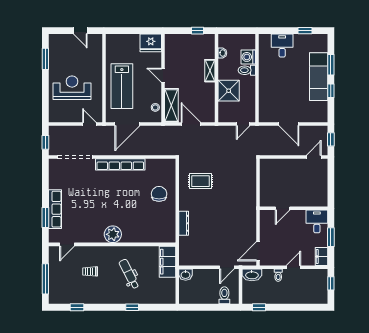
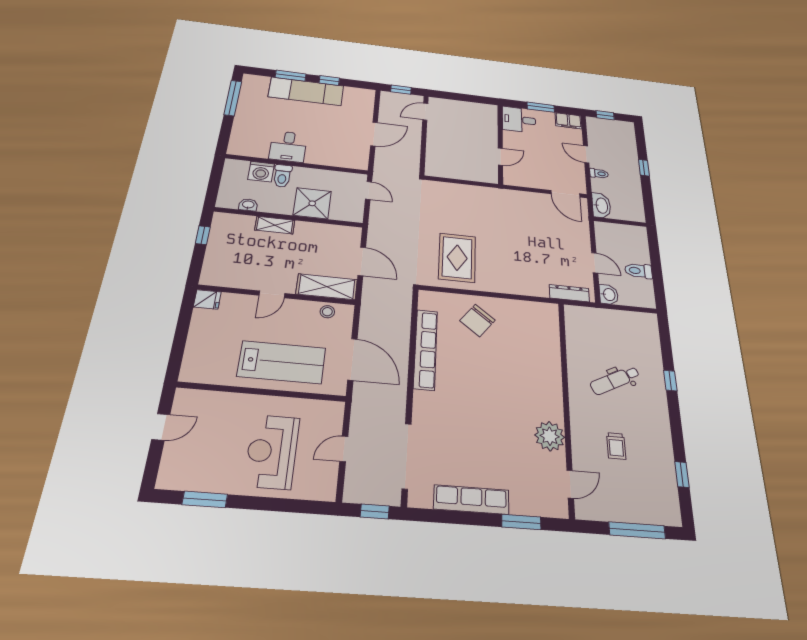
window: (305, 31) -> (233, 98), width x2.17
fridge: (151, 43) -> (207, 299), width x0.53, depth x0.75
desk: (282, 46) -> (288, 147), moved, turned -90
door: (89, 124) -> (344, 449), moved
door: (191, 124) -> (362, 261), swing flipped
door: (314, 157) -> (425, 112), hinge flipped
row of seats: (120, 164) -> (426, 349), moved
rug: (200, 181) -> (457, 258), width x1.36, depth x1.43
chair: (159, 194) -> (478, 320), turned -52
door: (283, 208) -> (500, 157), hinge flipped
row of seats: (55, 209) -> (471, 500), moved
dresser: (184, 223) -> (569, 293), moved
plant: (113, 234) -> (550, 436), moved
door: (67, 244) -> (570, 484), hinge flipped
filing cabinet: (167, 262) -> (590, 319), removed
door: (227, 267) -> (595, 263), moved
toilet: (224, 295) -> (638, 271), moved
window: (259, 307) -> (644, 168), moved

